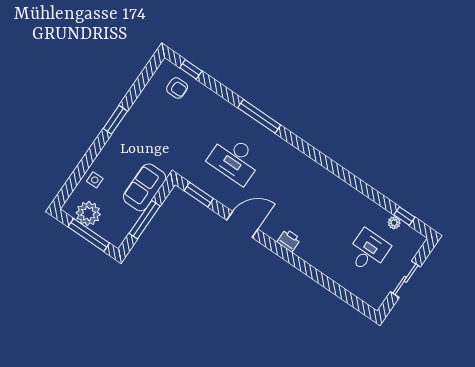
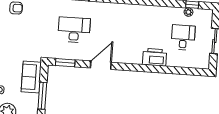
desk: (235, 159) -> (74, 30), turned 180
printer: (289, 240) -> (155, 57), moved, width x1.87, depth x1.48

